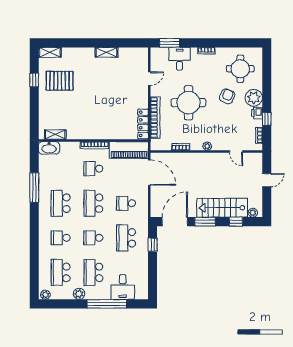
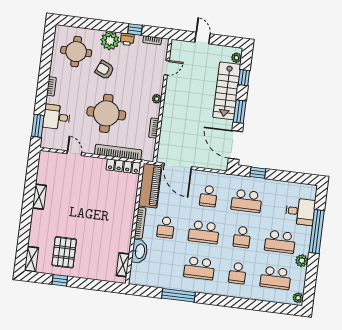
washbasin: (49, 148) -> (140, 251), moved
door: (149, 173) -> (178, 166), swing flipped

